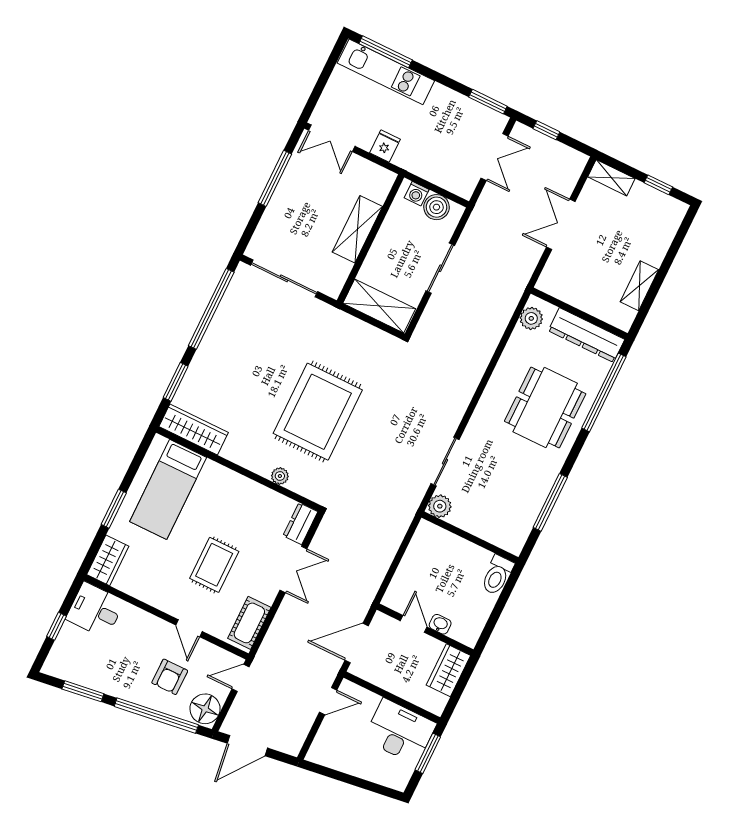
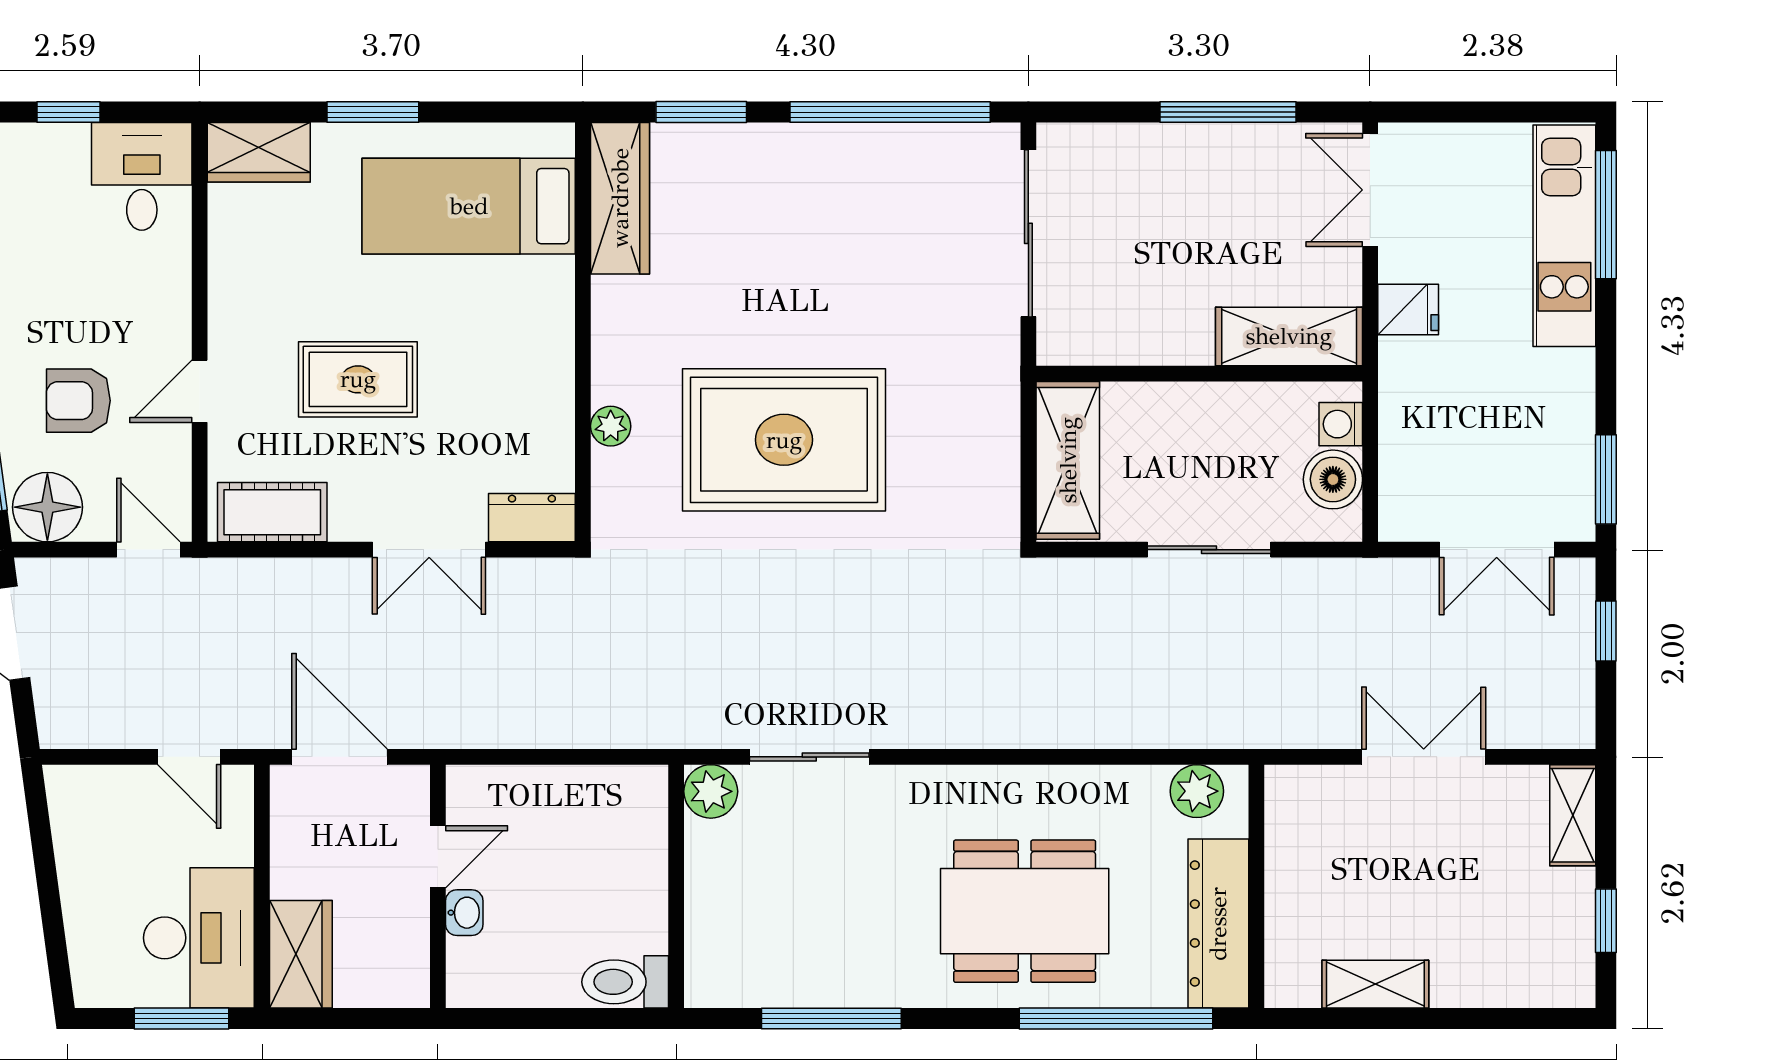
shelving: (357, 229) -> (1289, 336), moved
wardrobe: (448, 670) -> (301, 954), moved, turned 90

